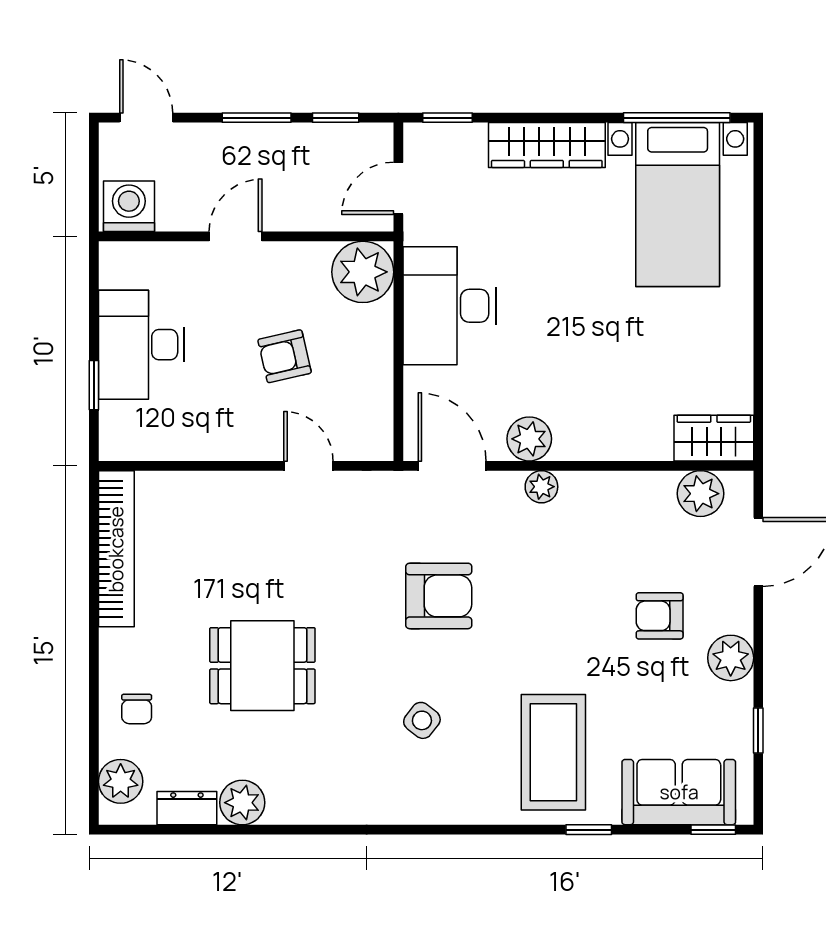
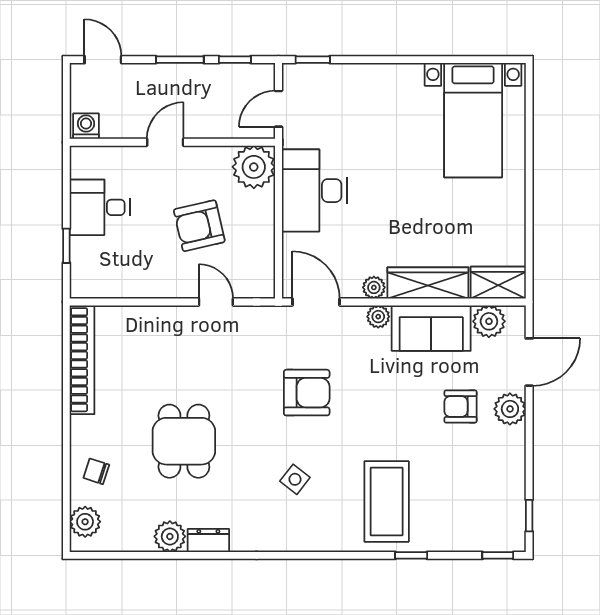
window: (677, 118) -> (472, 60), removed
wardrobe: (547, 145) -> (428, 283), moved, turned 180
washing machine: (129, 206) -> (86, 126), width x0.73, depth x0.73
desk: (141, 345) -> (100, 207), width x0.73
armchair: (285, 356) -> (199, 226), width x1.38, depth x1.38
plant: (529, 439) -> (374, 287), width x0.73, depth x0.73
plant: (731, 658) -> (510, 409), moved
dining table: (262, 666) -> (184, 441), turned 90
chair: (137, 709) -> (96, 471), turned 108
window: (758, 731) -> (529, 516), moved
sofa: (679, 792) -> (431, 328), moved, turned 180
dresser: (187, 808) -> (208, 540), moved

